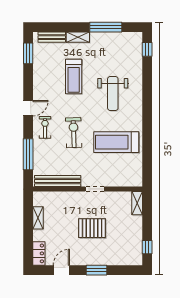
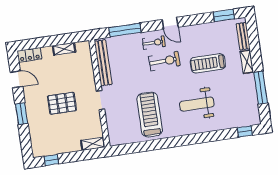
exercise bike: (74, 133) -> (164, 61), moved
pallet: (92, 228) -> (62, 103), turned 90

